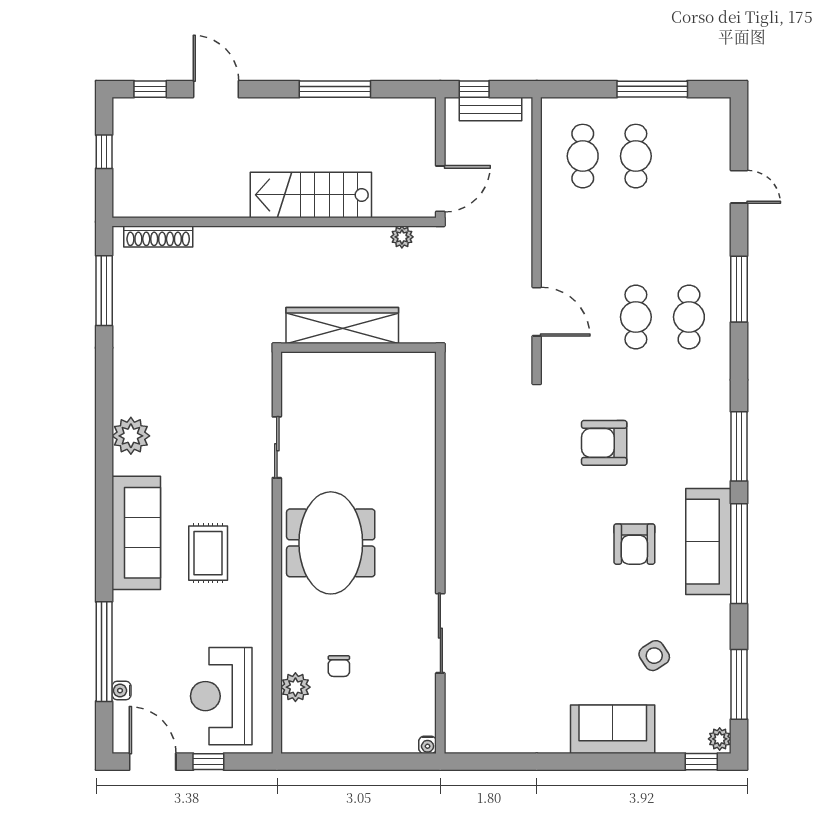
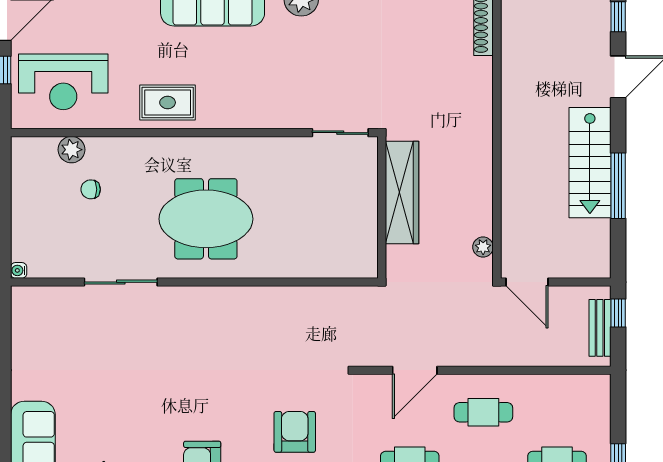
cafe table: (583, 156) -> (483, 412), moved
stairs: (311, 195) -> (590, 163), moved, turned 180
sliding door: (277, 447) -> (340, 133), moved
meeting table: (331, 543) -> (206, 219), moved
rug: (208, 553) -> (168, 103), moved
reception desk: (221, 696) -> (63, 82), turned 180

